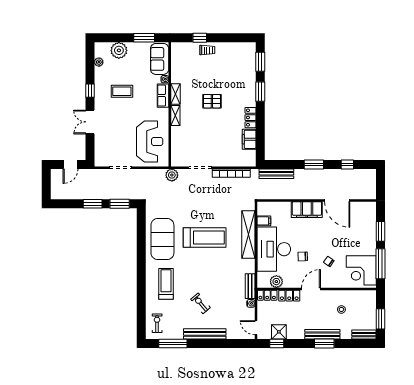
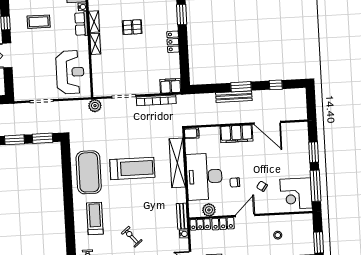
filing cabinet: (249, 139) -> (171, 86), moved, turned 90
bench: (276, 174) -> (234, 97), moved
filing cabinet: (264, 221) -> (192, 133), moved

